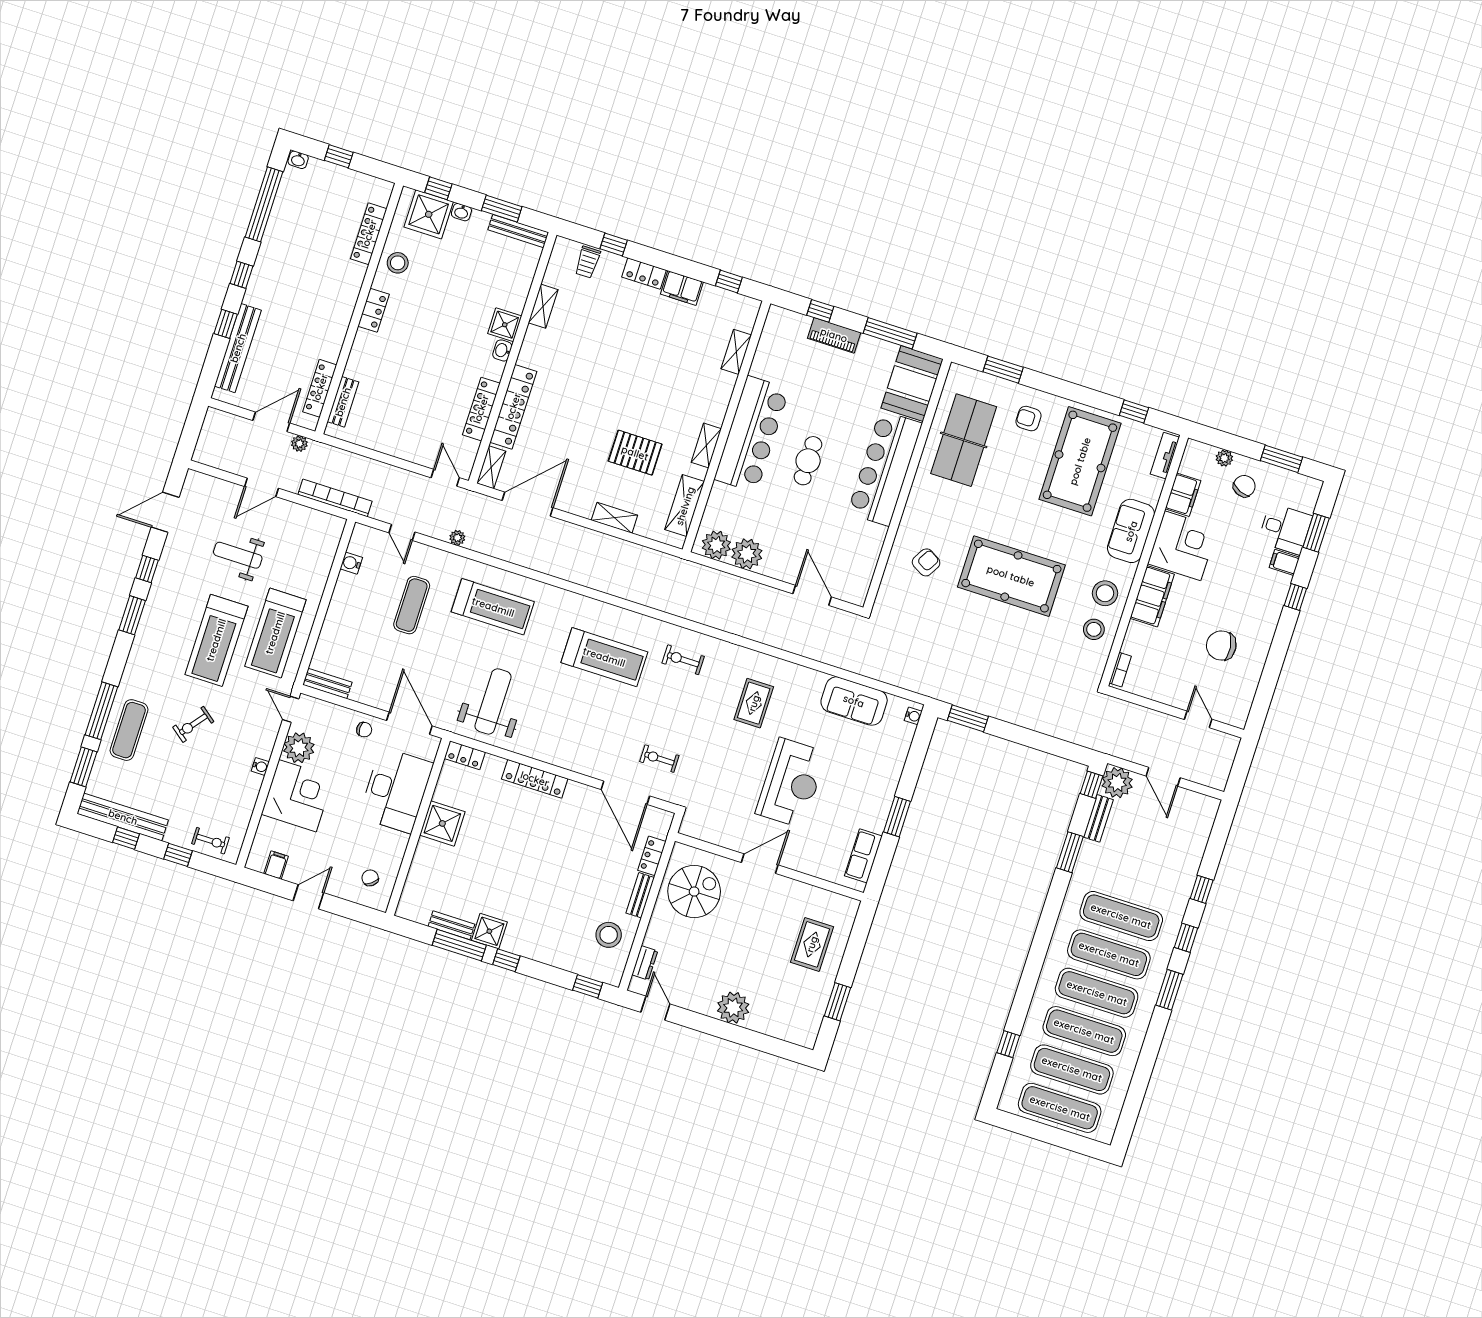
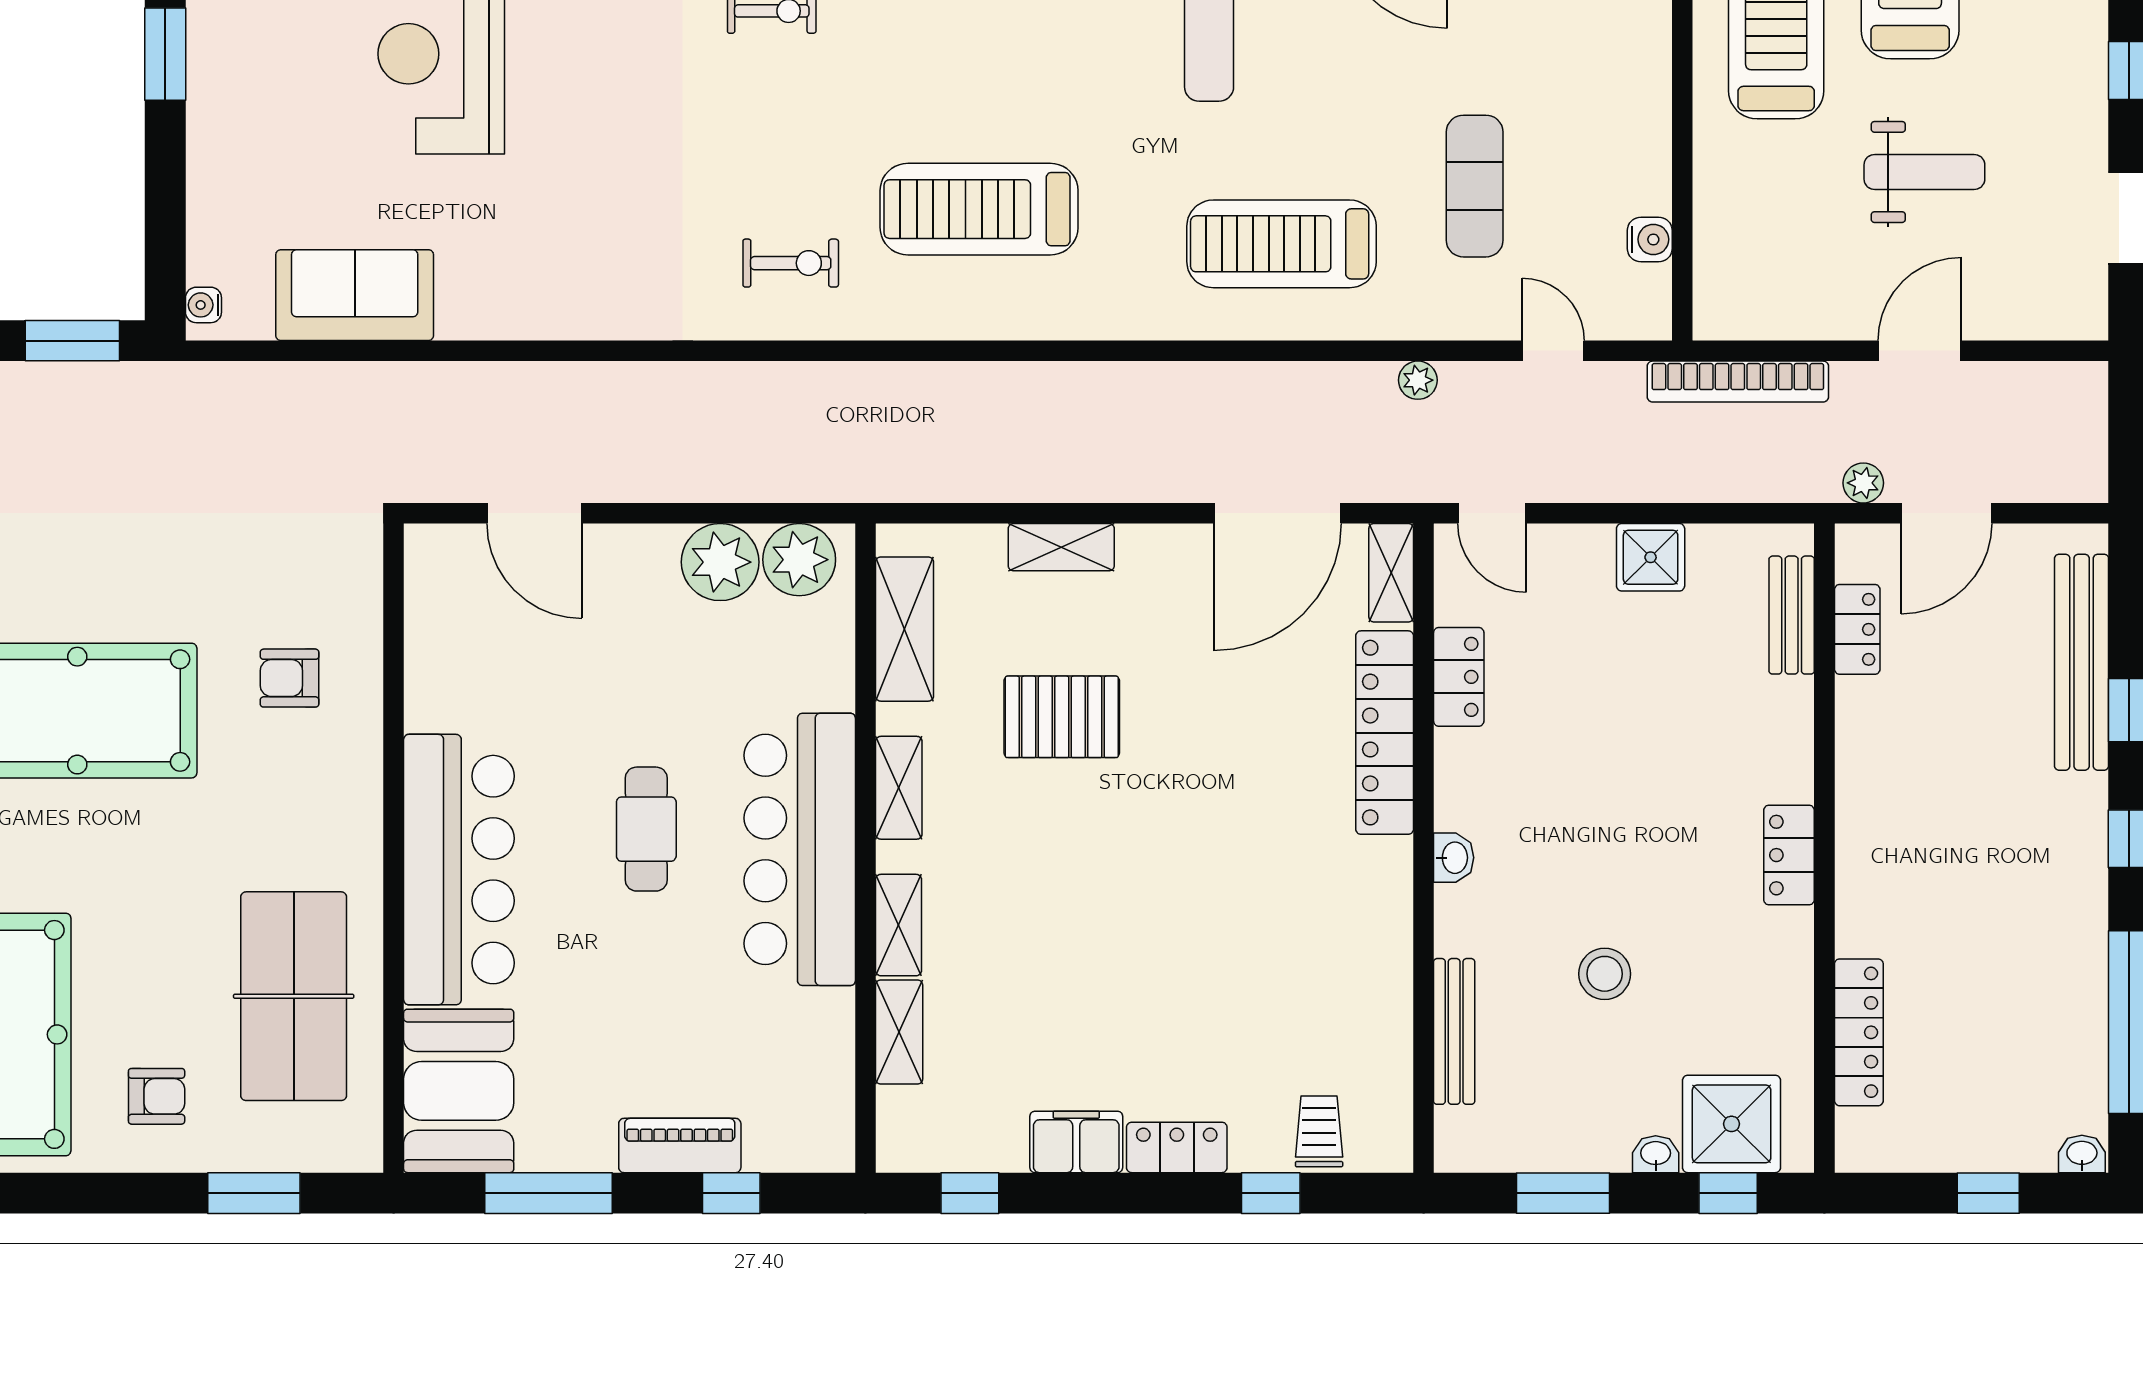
bench: (518, 231) -> (1454, 1031), moved, turned 90
stool: (398, 263) -> (1605, 974), moved
shelving: (543, 306) -> (898, 925), moved
shower: (505, 325) -> (1651, 557), moved
locker: (320, 388) -> (1857, 629), width x0.66
locker: (481, 409) -> (1459, 677), width x0.66
armchair: (926, 562) -> (290, 678), turned 60
rug: (754, 703) -> (591, 214), removed

